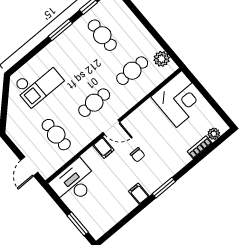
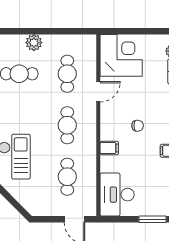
plant: (162, 59) -> (34, 43), moved
door: (111, 127) -> (98, 92), moved
cafe table: (56, 135) -> (67, 177), turned 90

